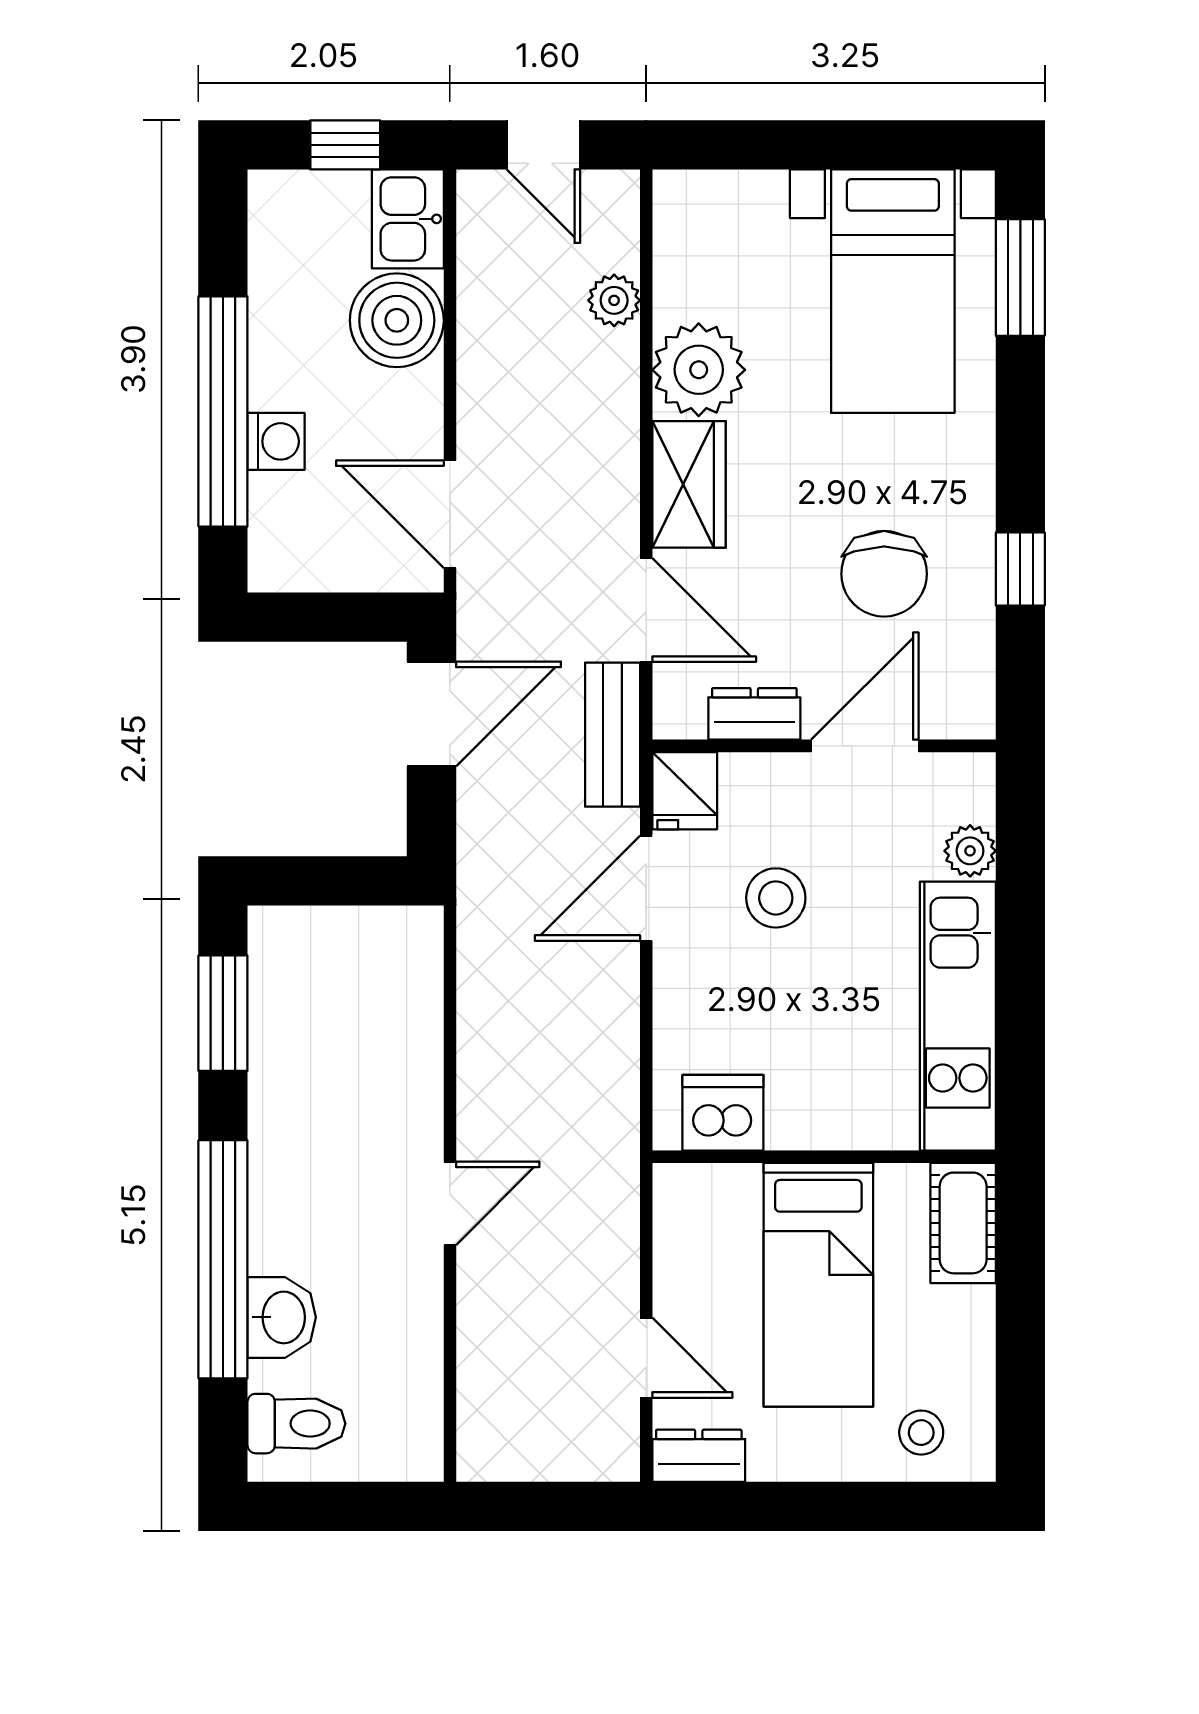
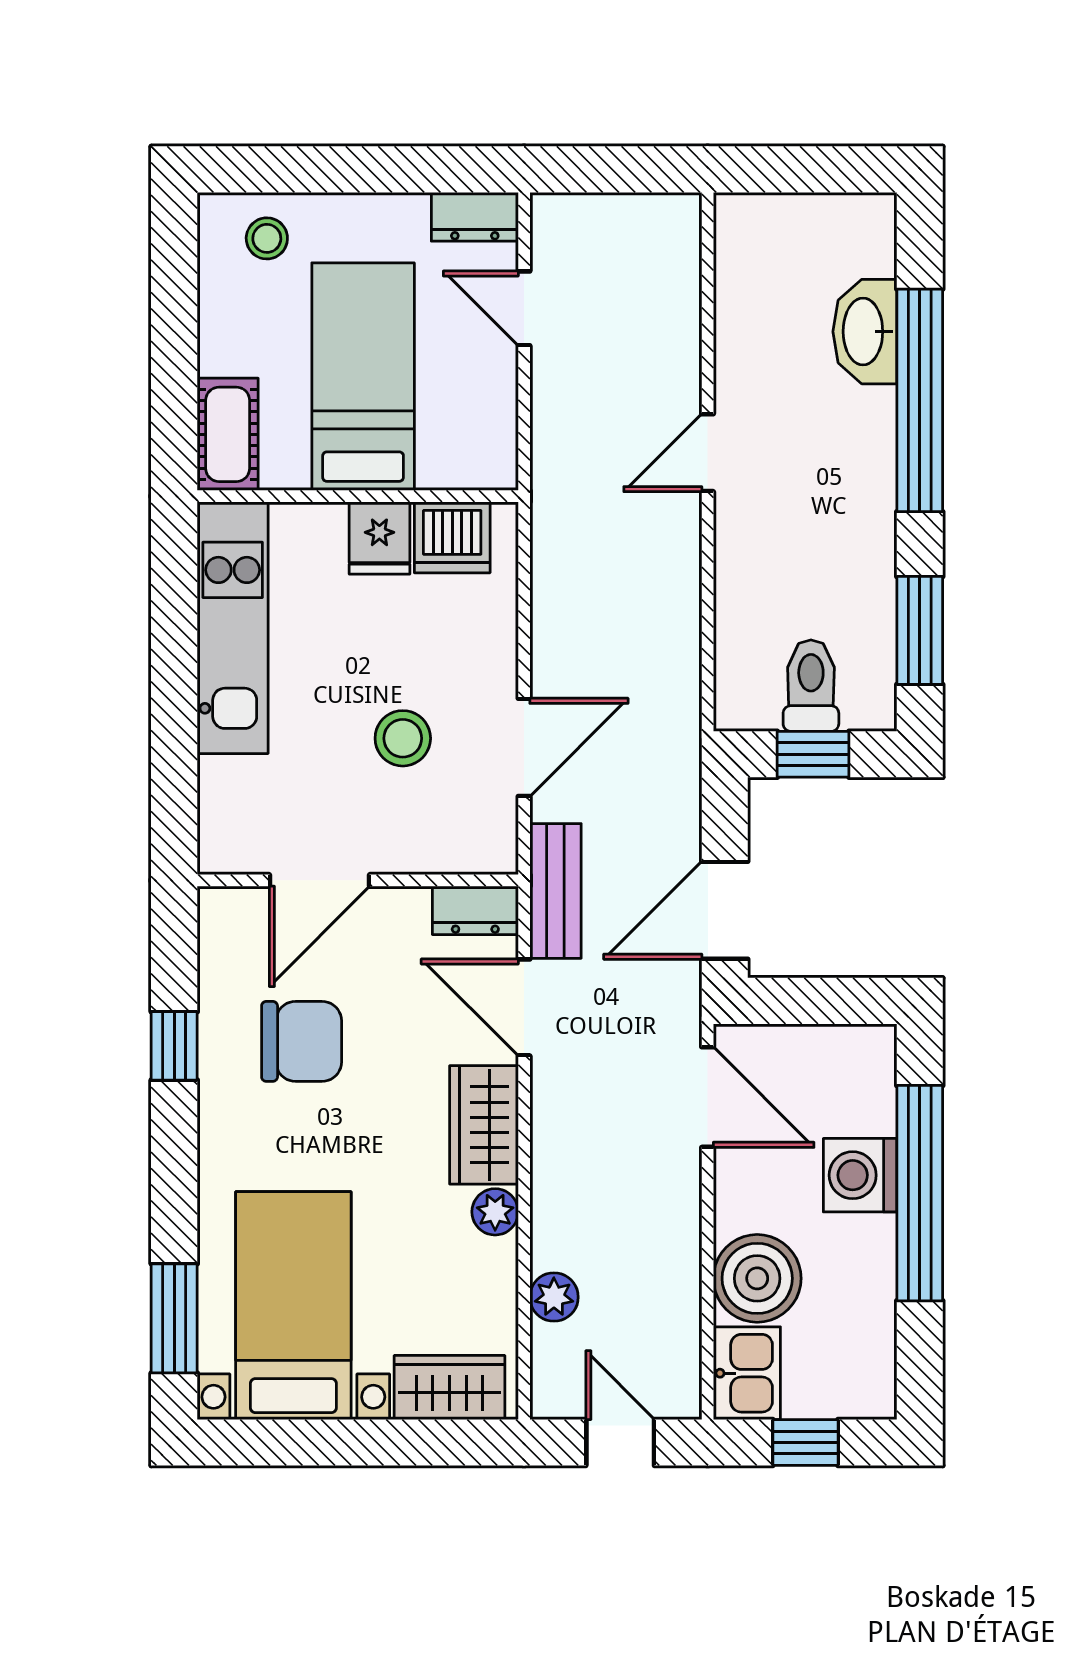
wardrobe: (726, 204) -> (450, 1387), added
plant: (699, 370) -> (495, 1212), width x0.53, depth x0.53
washing machine: (276, 441) -> (860, 1175), width x1.38, depth x1.38
chair: (884, 574) -> (302, 1041), turned 90
dresser: (754, 714) -> (475, 910), moved
fridge: (685, 791) -> (379, 538), moved, turned 180
plant: (970, 851) -> (221, 782), removed
window: (337, 881) -> (813, 754), added
washbasin: (282, 1317) -> (865, 332), width x1.38
toilet: (296, 1424) -> (811, 686), moved, turned 90

